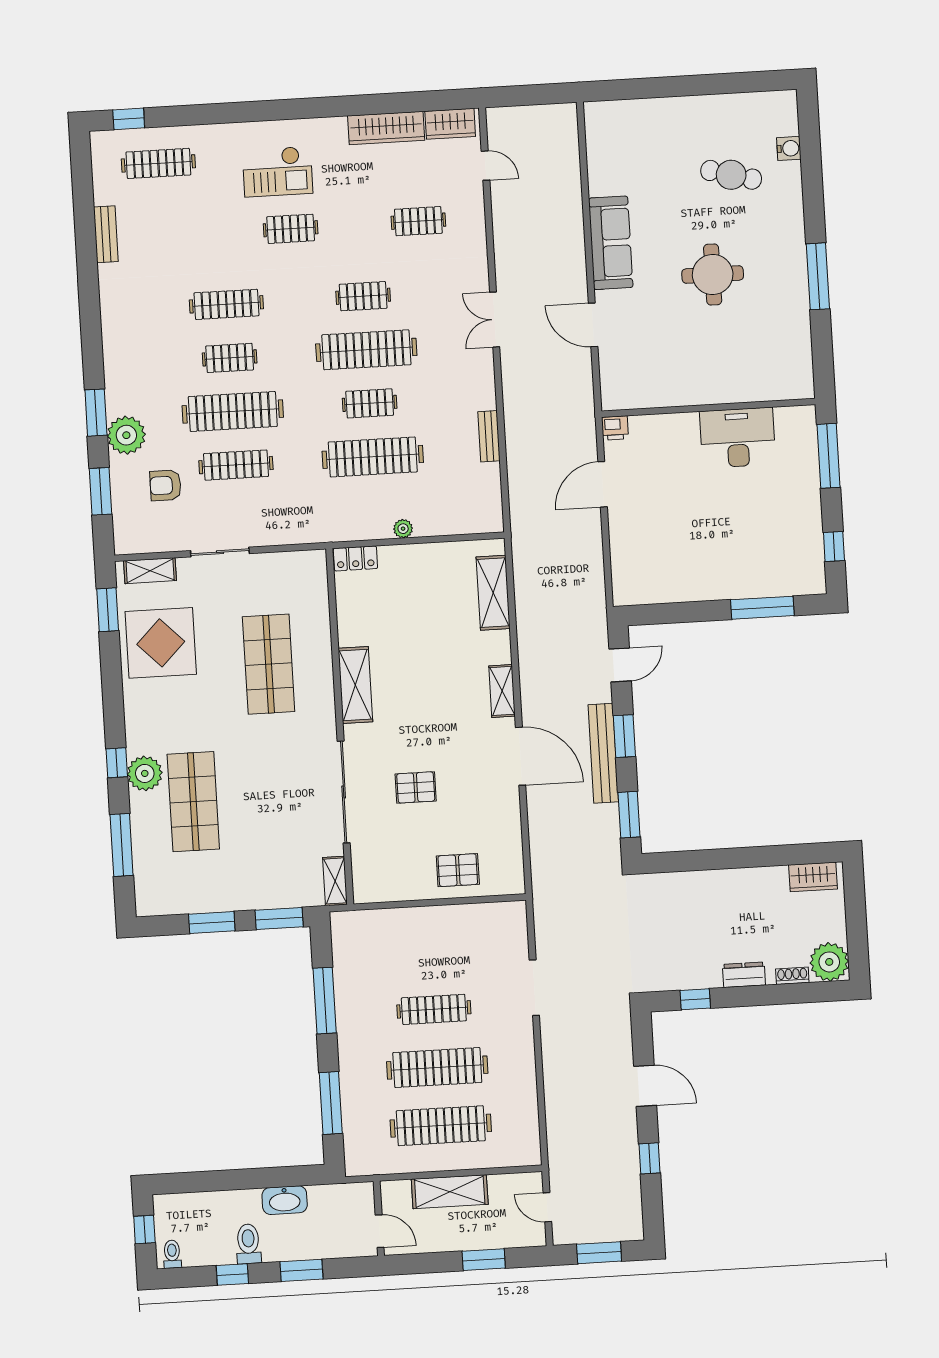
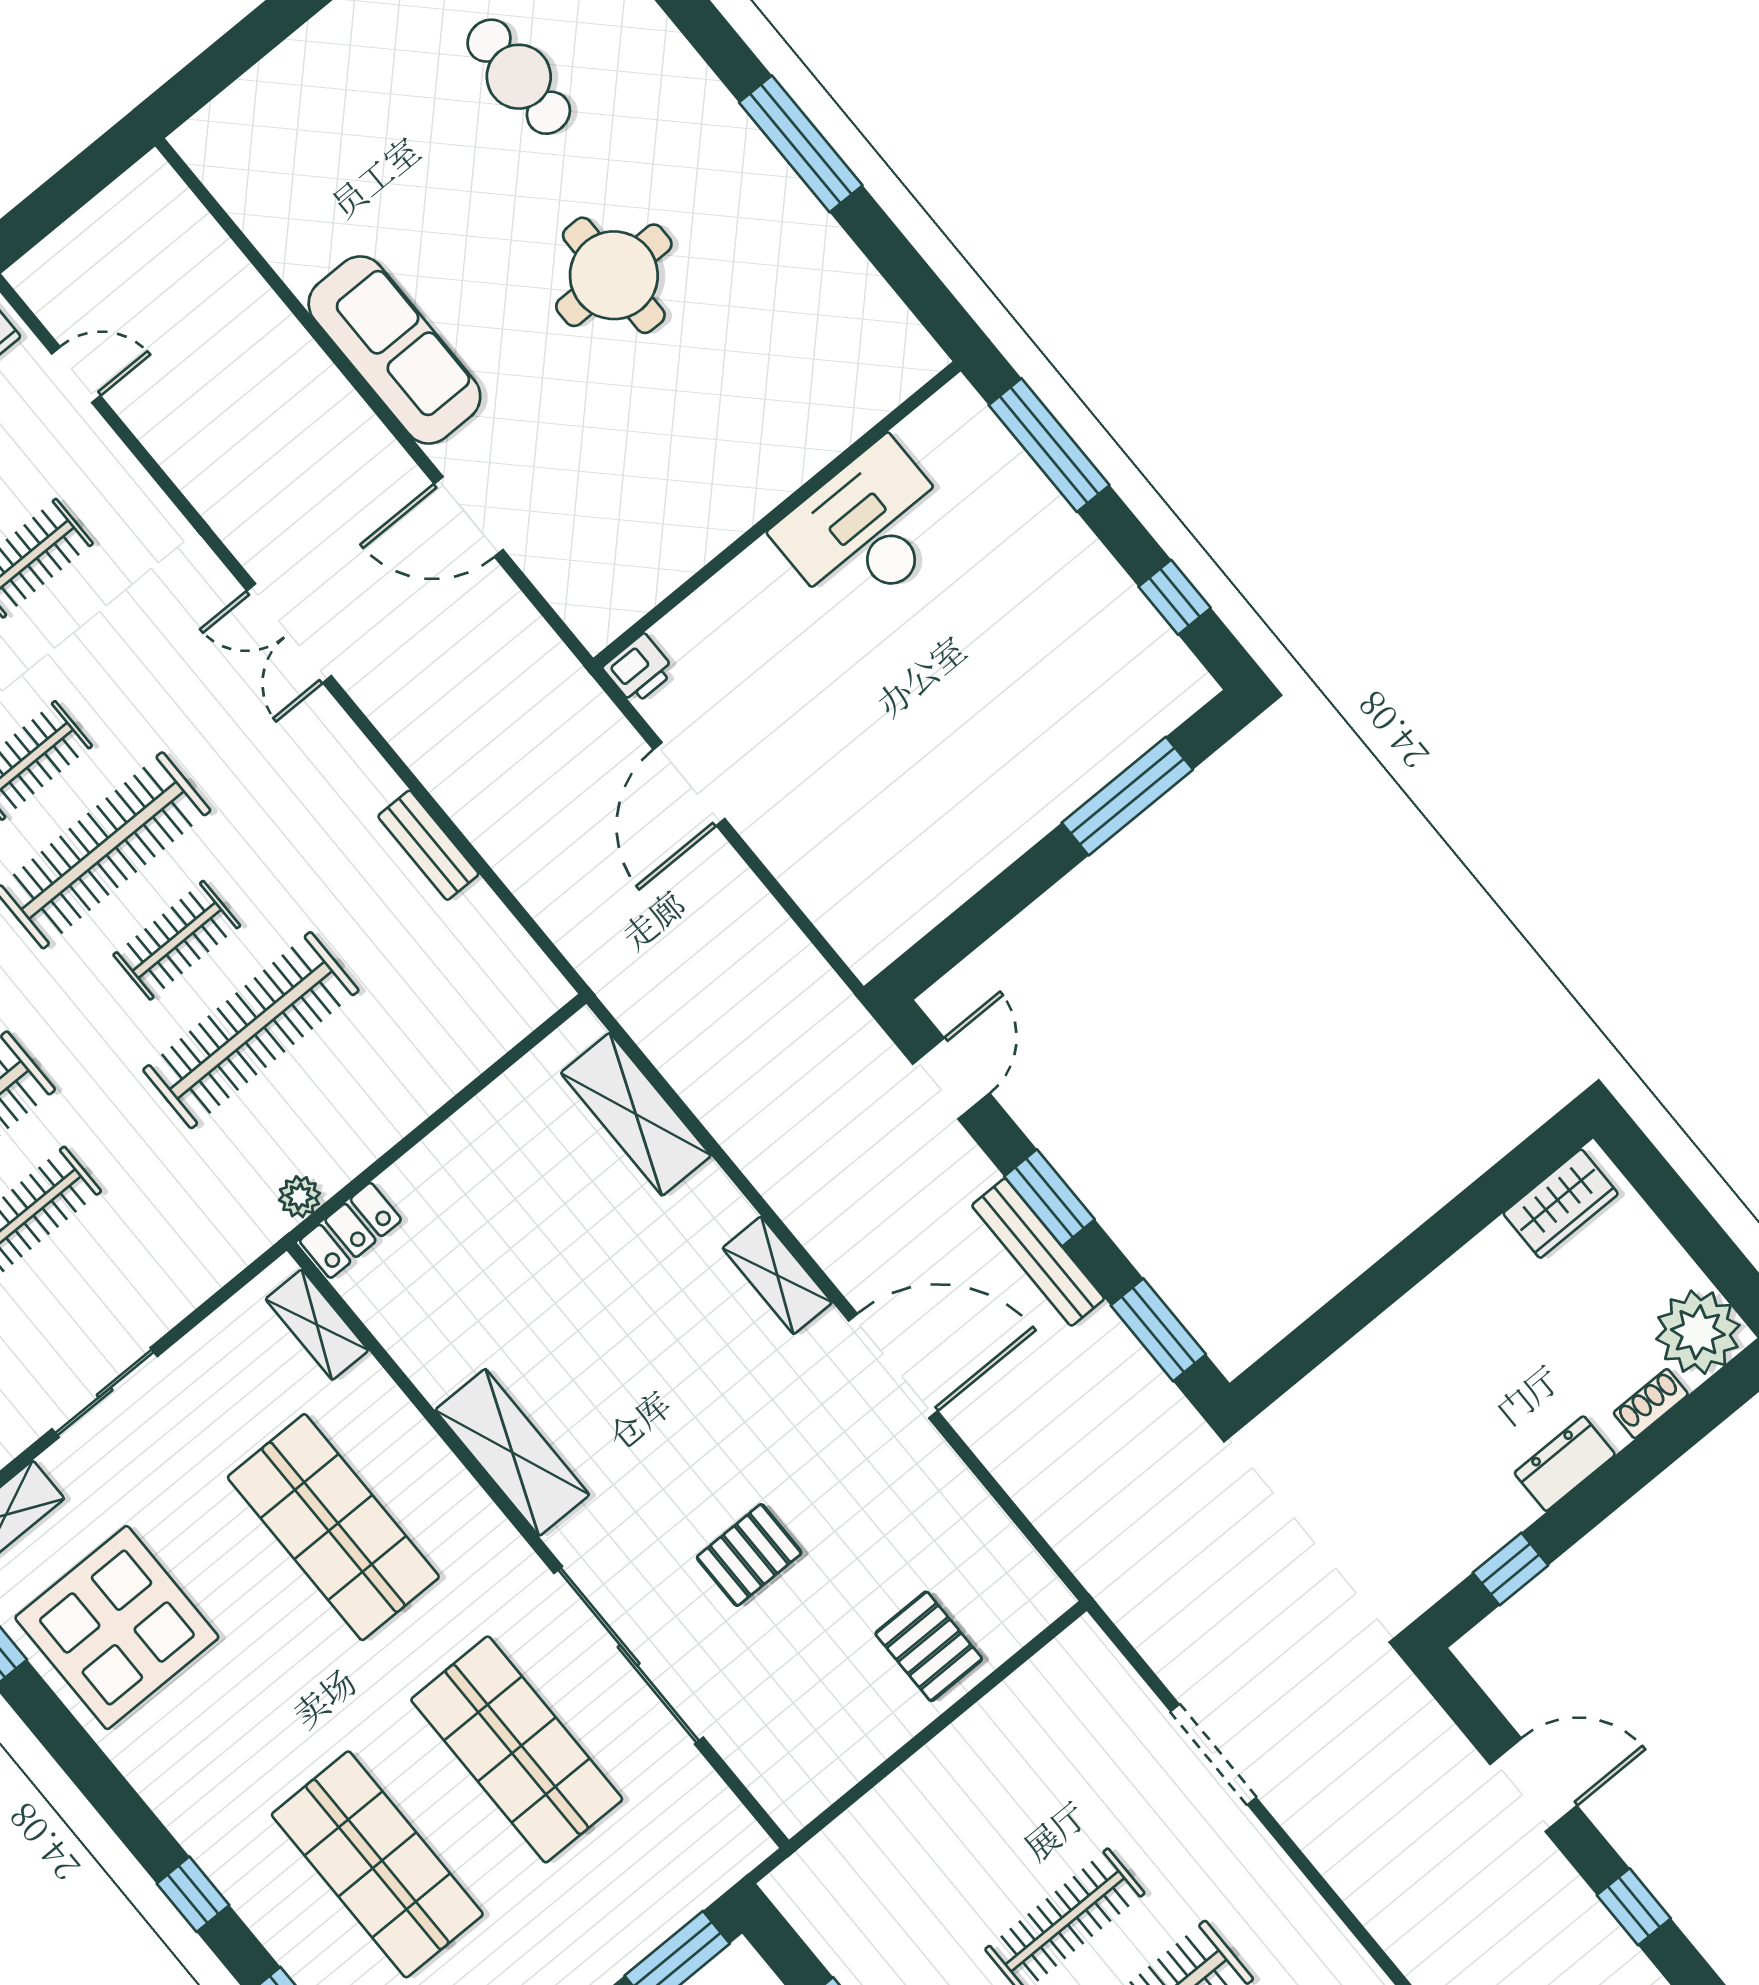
cafe table: (731, 175) -> (519, 77), turned 75
plant: (403, 529) -> (299, 1197), moved
bench: (603, 753) -> (1038, 1252), width x0.73, depth x0.82
plant: (145, 773) -> (256, 1877), removed
shop shelf: (276, 797) -> (517, 1749), added
pallet: (458, 870) -> (929, 1646), turned 90
shelving: (335, 881) -> (317, 1325), moved

